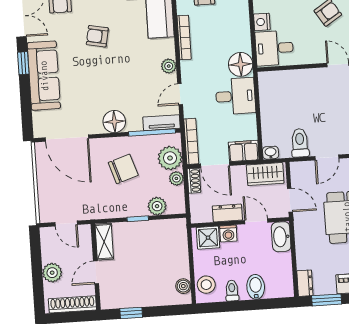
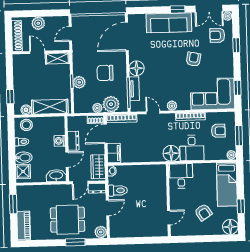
nightstand: (262, 22) -> (199, 168), removed
desk: (235, 96) -> (192, 148), moved
tv unit: (162, 123) -> (134, 89), moved
door: (327, 157) -> (108, 208), swing flipped
chair: (123, 169) -> (105, 73), turned 108
plant: (157, 206) -> (79, 82), moved
shower: (208, 238) -> (23, 172), moved
shelving: (177, 250) -> (50, 107), added
dresser: (305, 283) -> (97, 188), moved
window: (131, 313) -> (10, 97), moved

